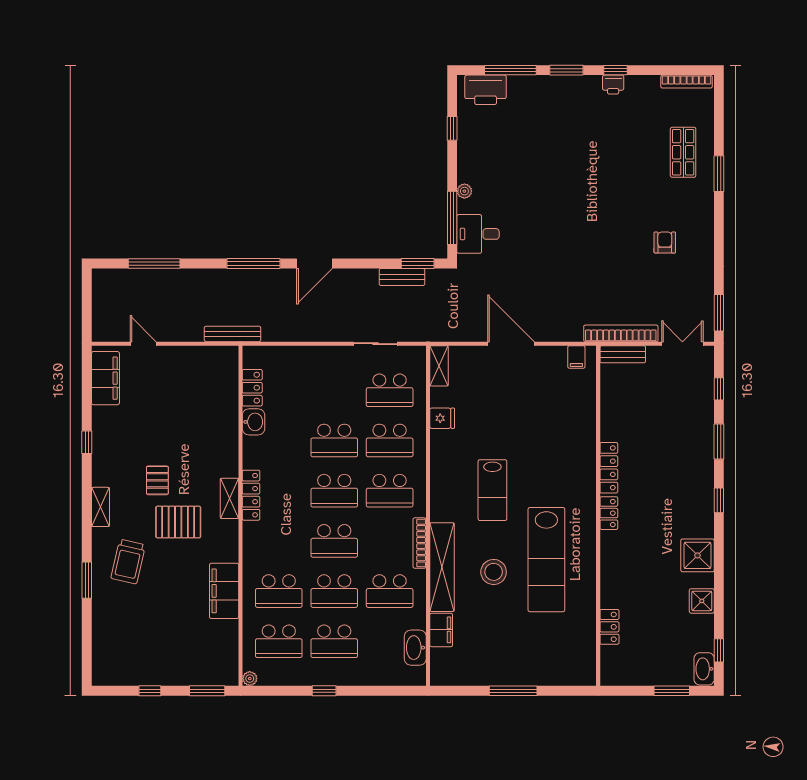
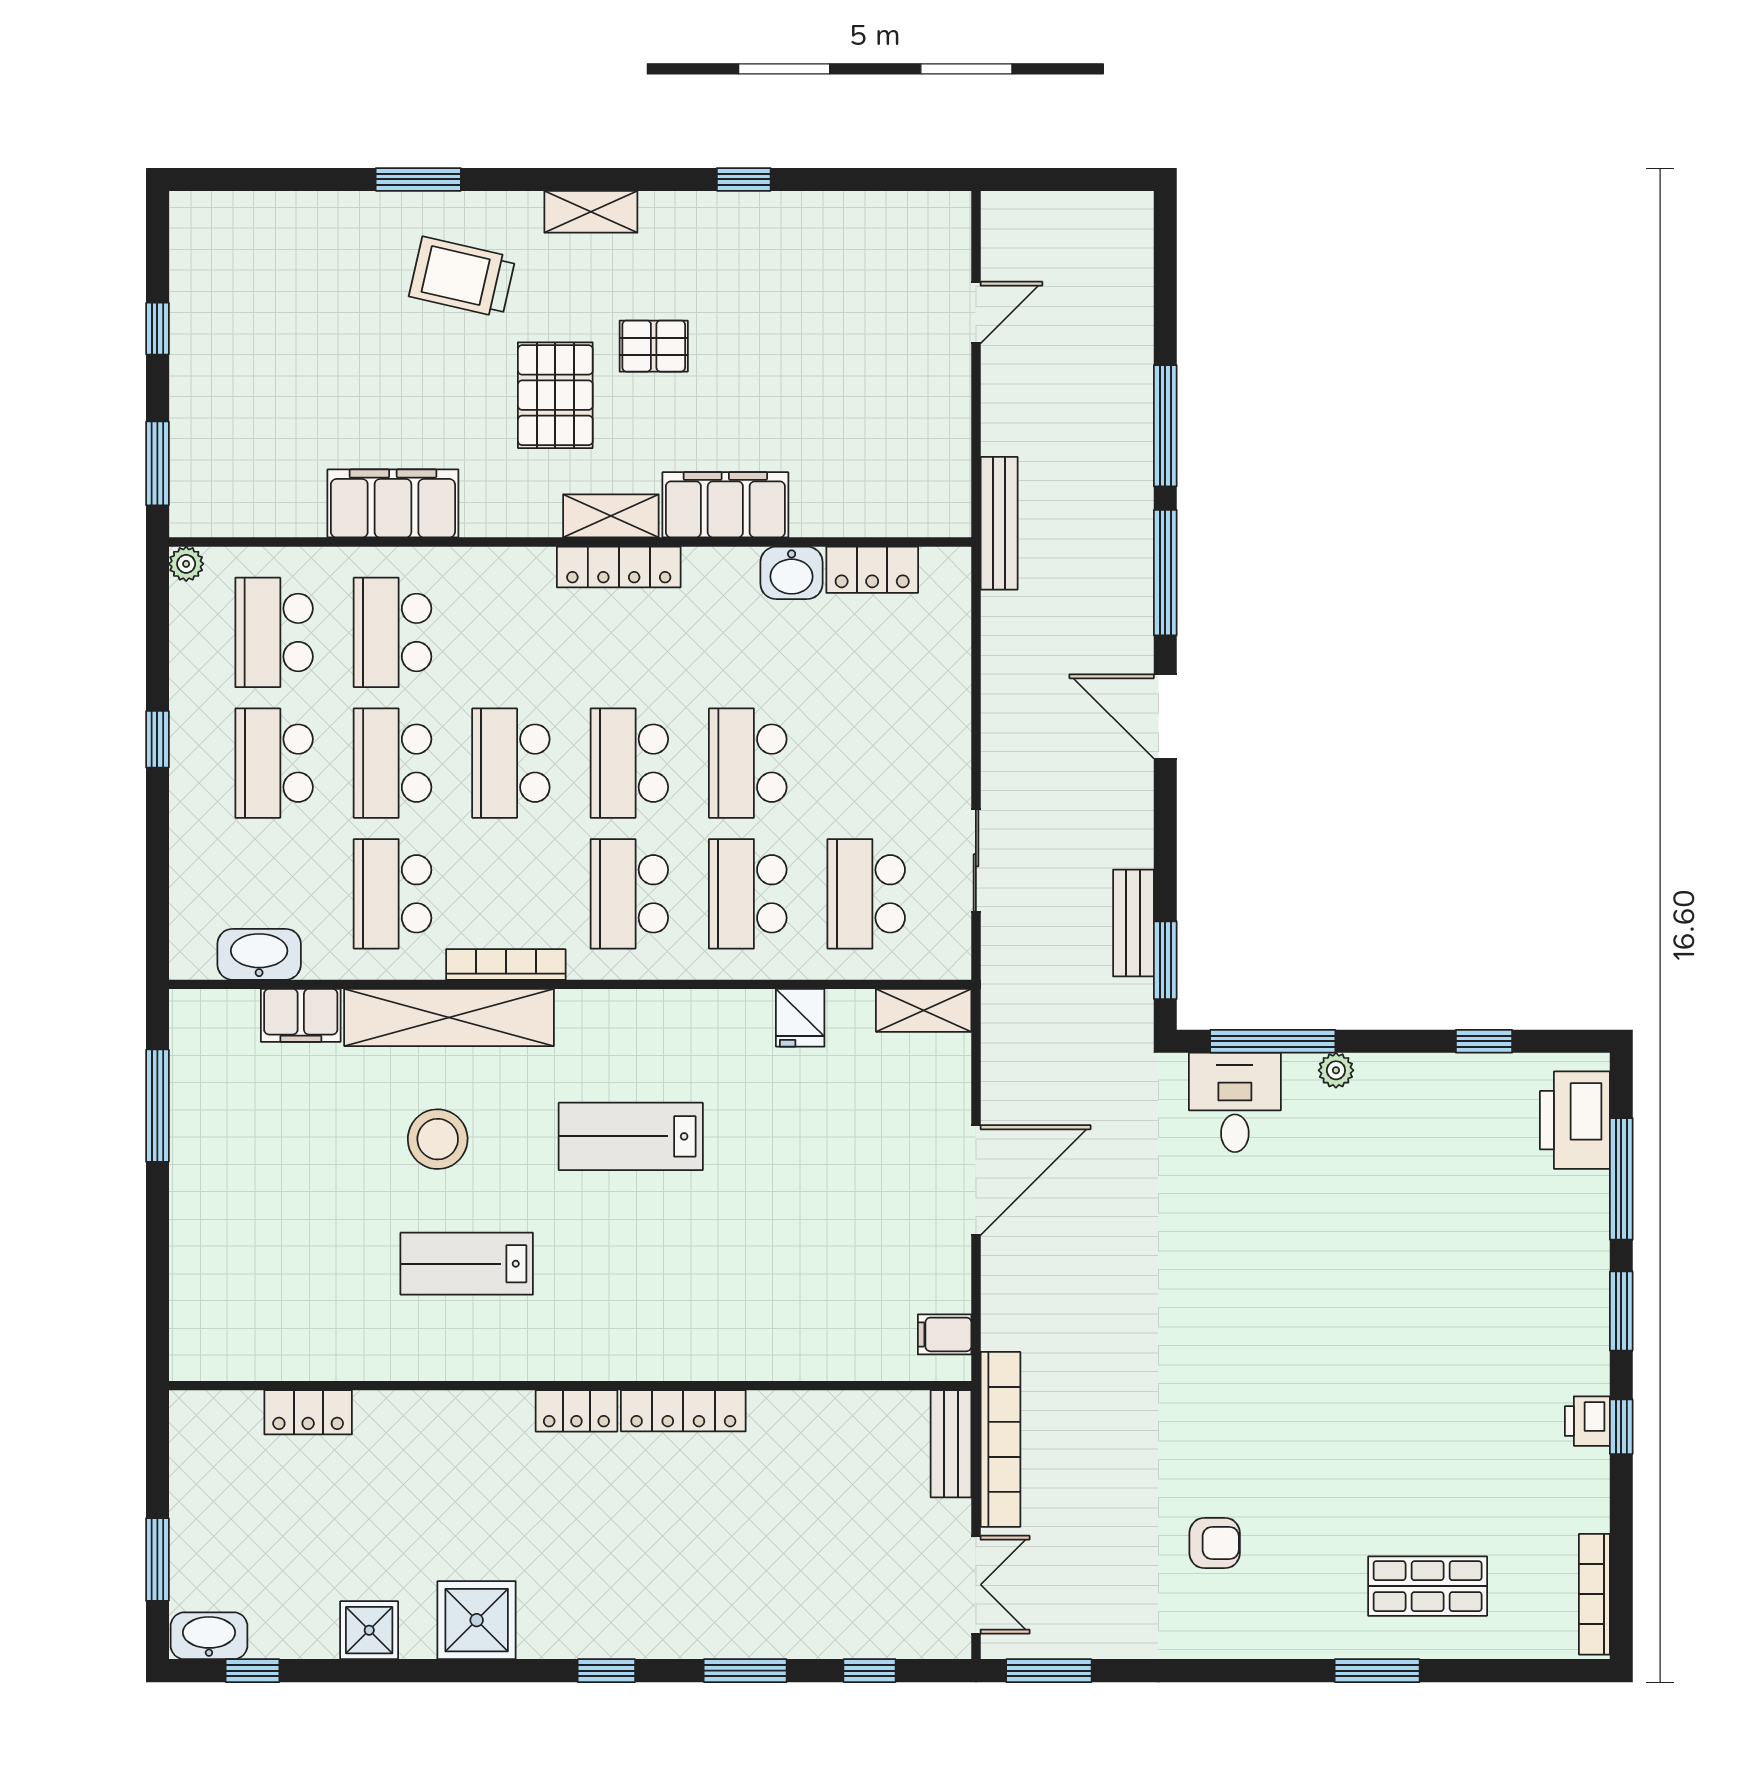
window: (154, 263) -> (1165, 426), moved
filing cabinet: (105, 378) -> (725, 505), moved, turned 180
lab bench: (546, 560) -> (467, 1264), width x0.54, depth x0.72
window: (513, 691) -> (157, 1106), moved

